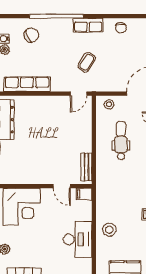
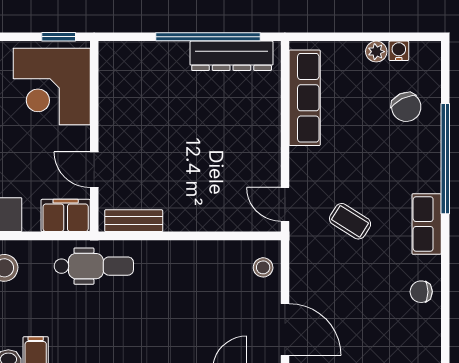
dental chair: (121, 141) -> (94, 266), moved
door: (62, 186) -> (94, 170), hinge flipped
filing cabinet: (84, 194) -> (66, 215), width x2.00

